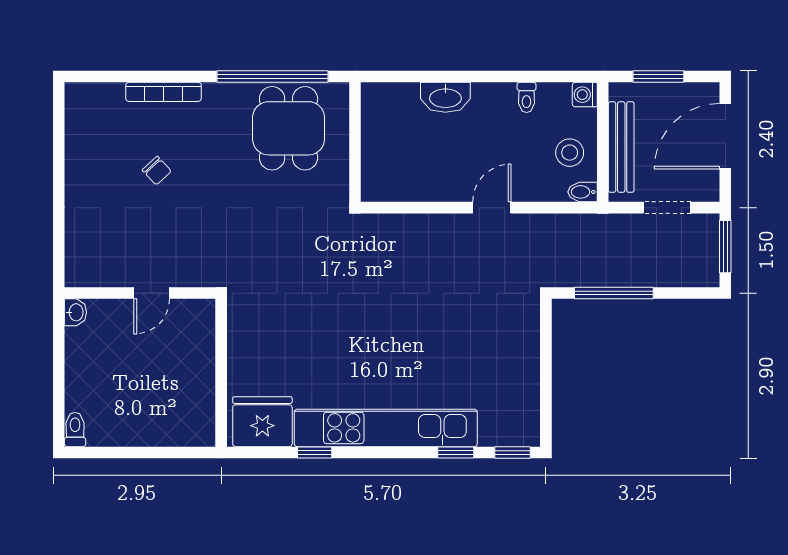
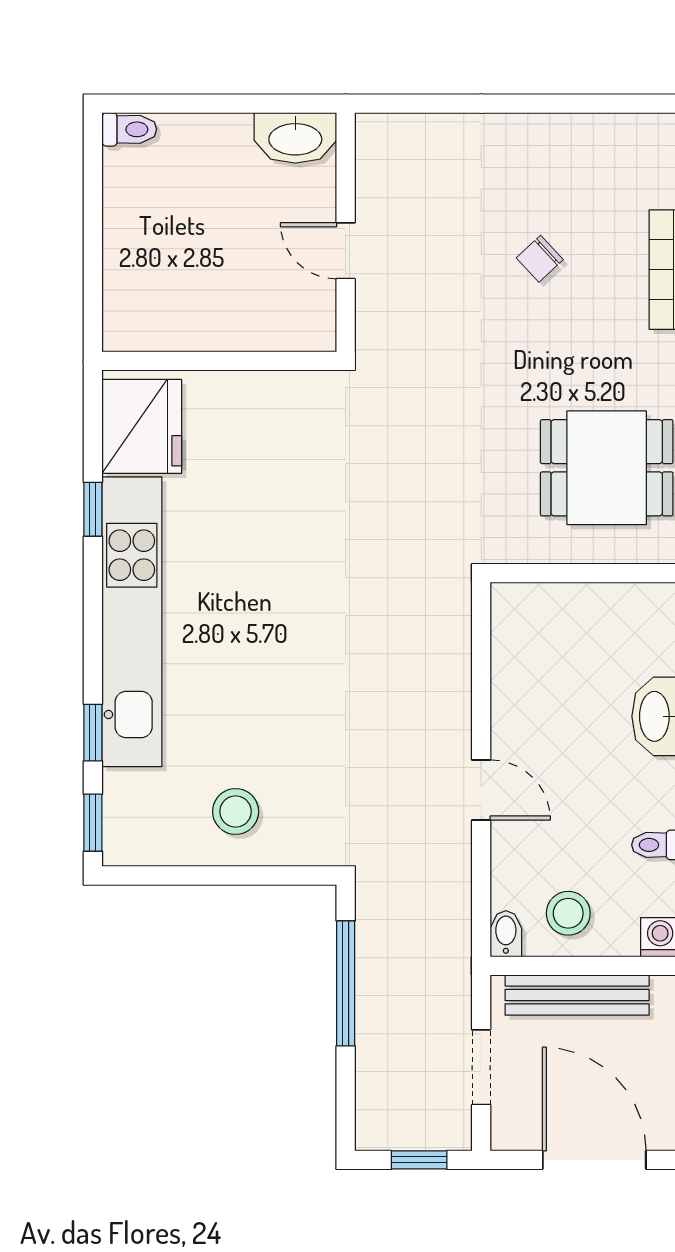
window: (725, 247) -> (419, 1160), width x0.67
washbasin: (75, 312) -> (295, 138), width x1.91, depth x1.45
stool: (505, 362) -> (236, 811), added

